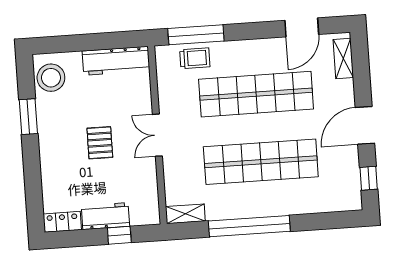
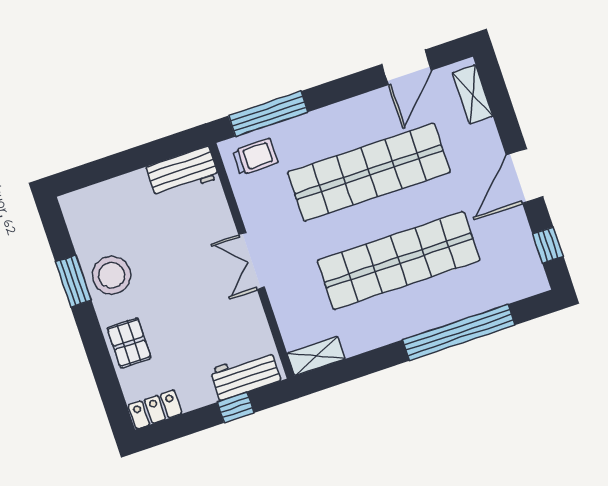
trolley: (195, 58) -> (255, 157), moved
workbench: (116, 61) -> (183, 172), width x0.73
stool: (51, 78) -> (112, 275), moved
pallet: (100, 143) -> (129, 343), moved
workbench: (105, 216) -> (245, 375), moved
window: (249, 226) -> (459, 332), moved

